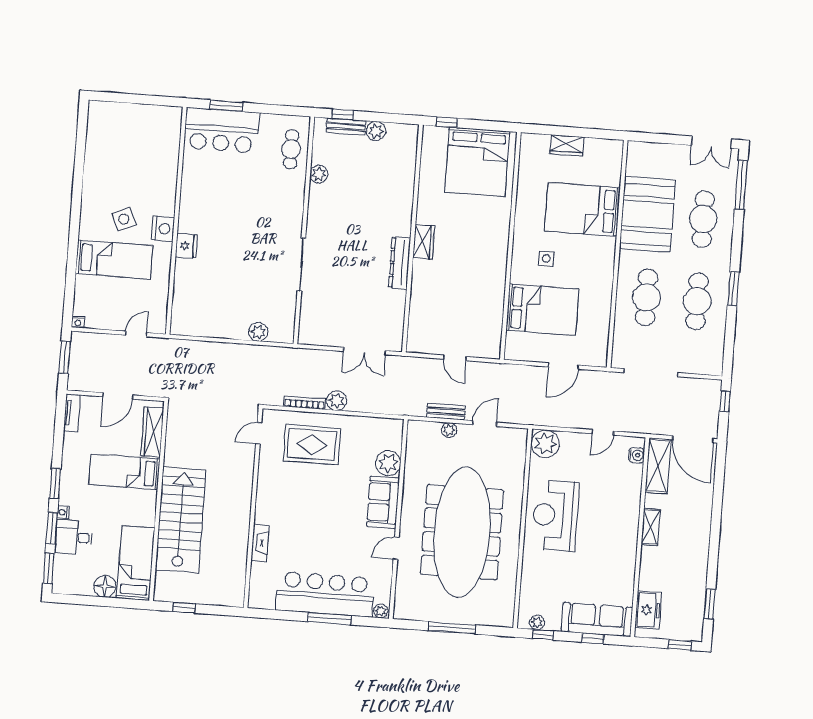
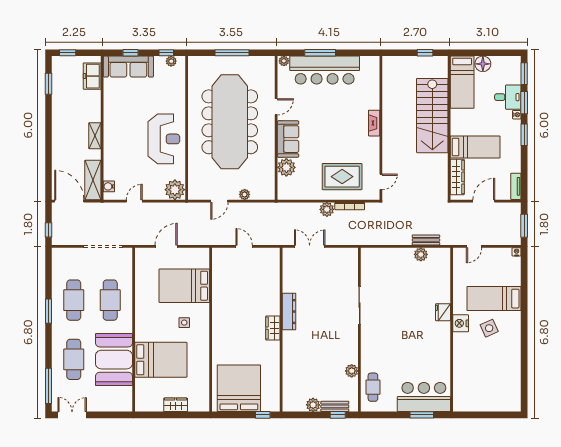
plant: (258, 332) -> (421, 254), moved
bench: (446, 412) -> (426, 240), moved
fireplace: (260, 543) -> (374, 123), moved

